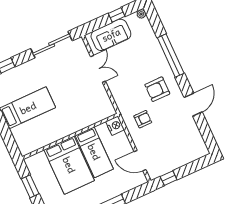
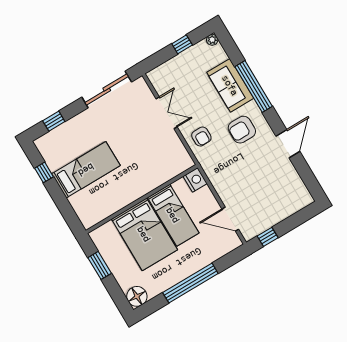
sofa: (111, 35) -> (230, 85), moved, turned 90
armchair: (143, 119) -> (201, 137), moved, turned 90

